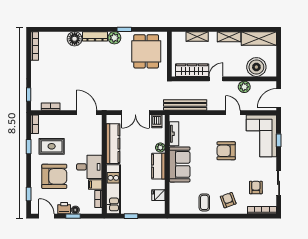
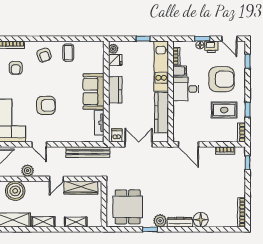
plant: (160, 148) -> (113, 49), moved
armchair: (54, 176) -> (222, 79), turned 180

